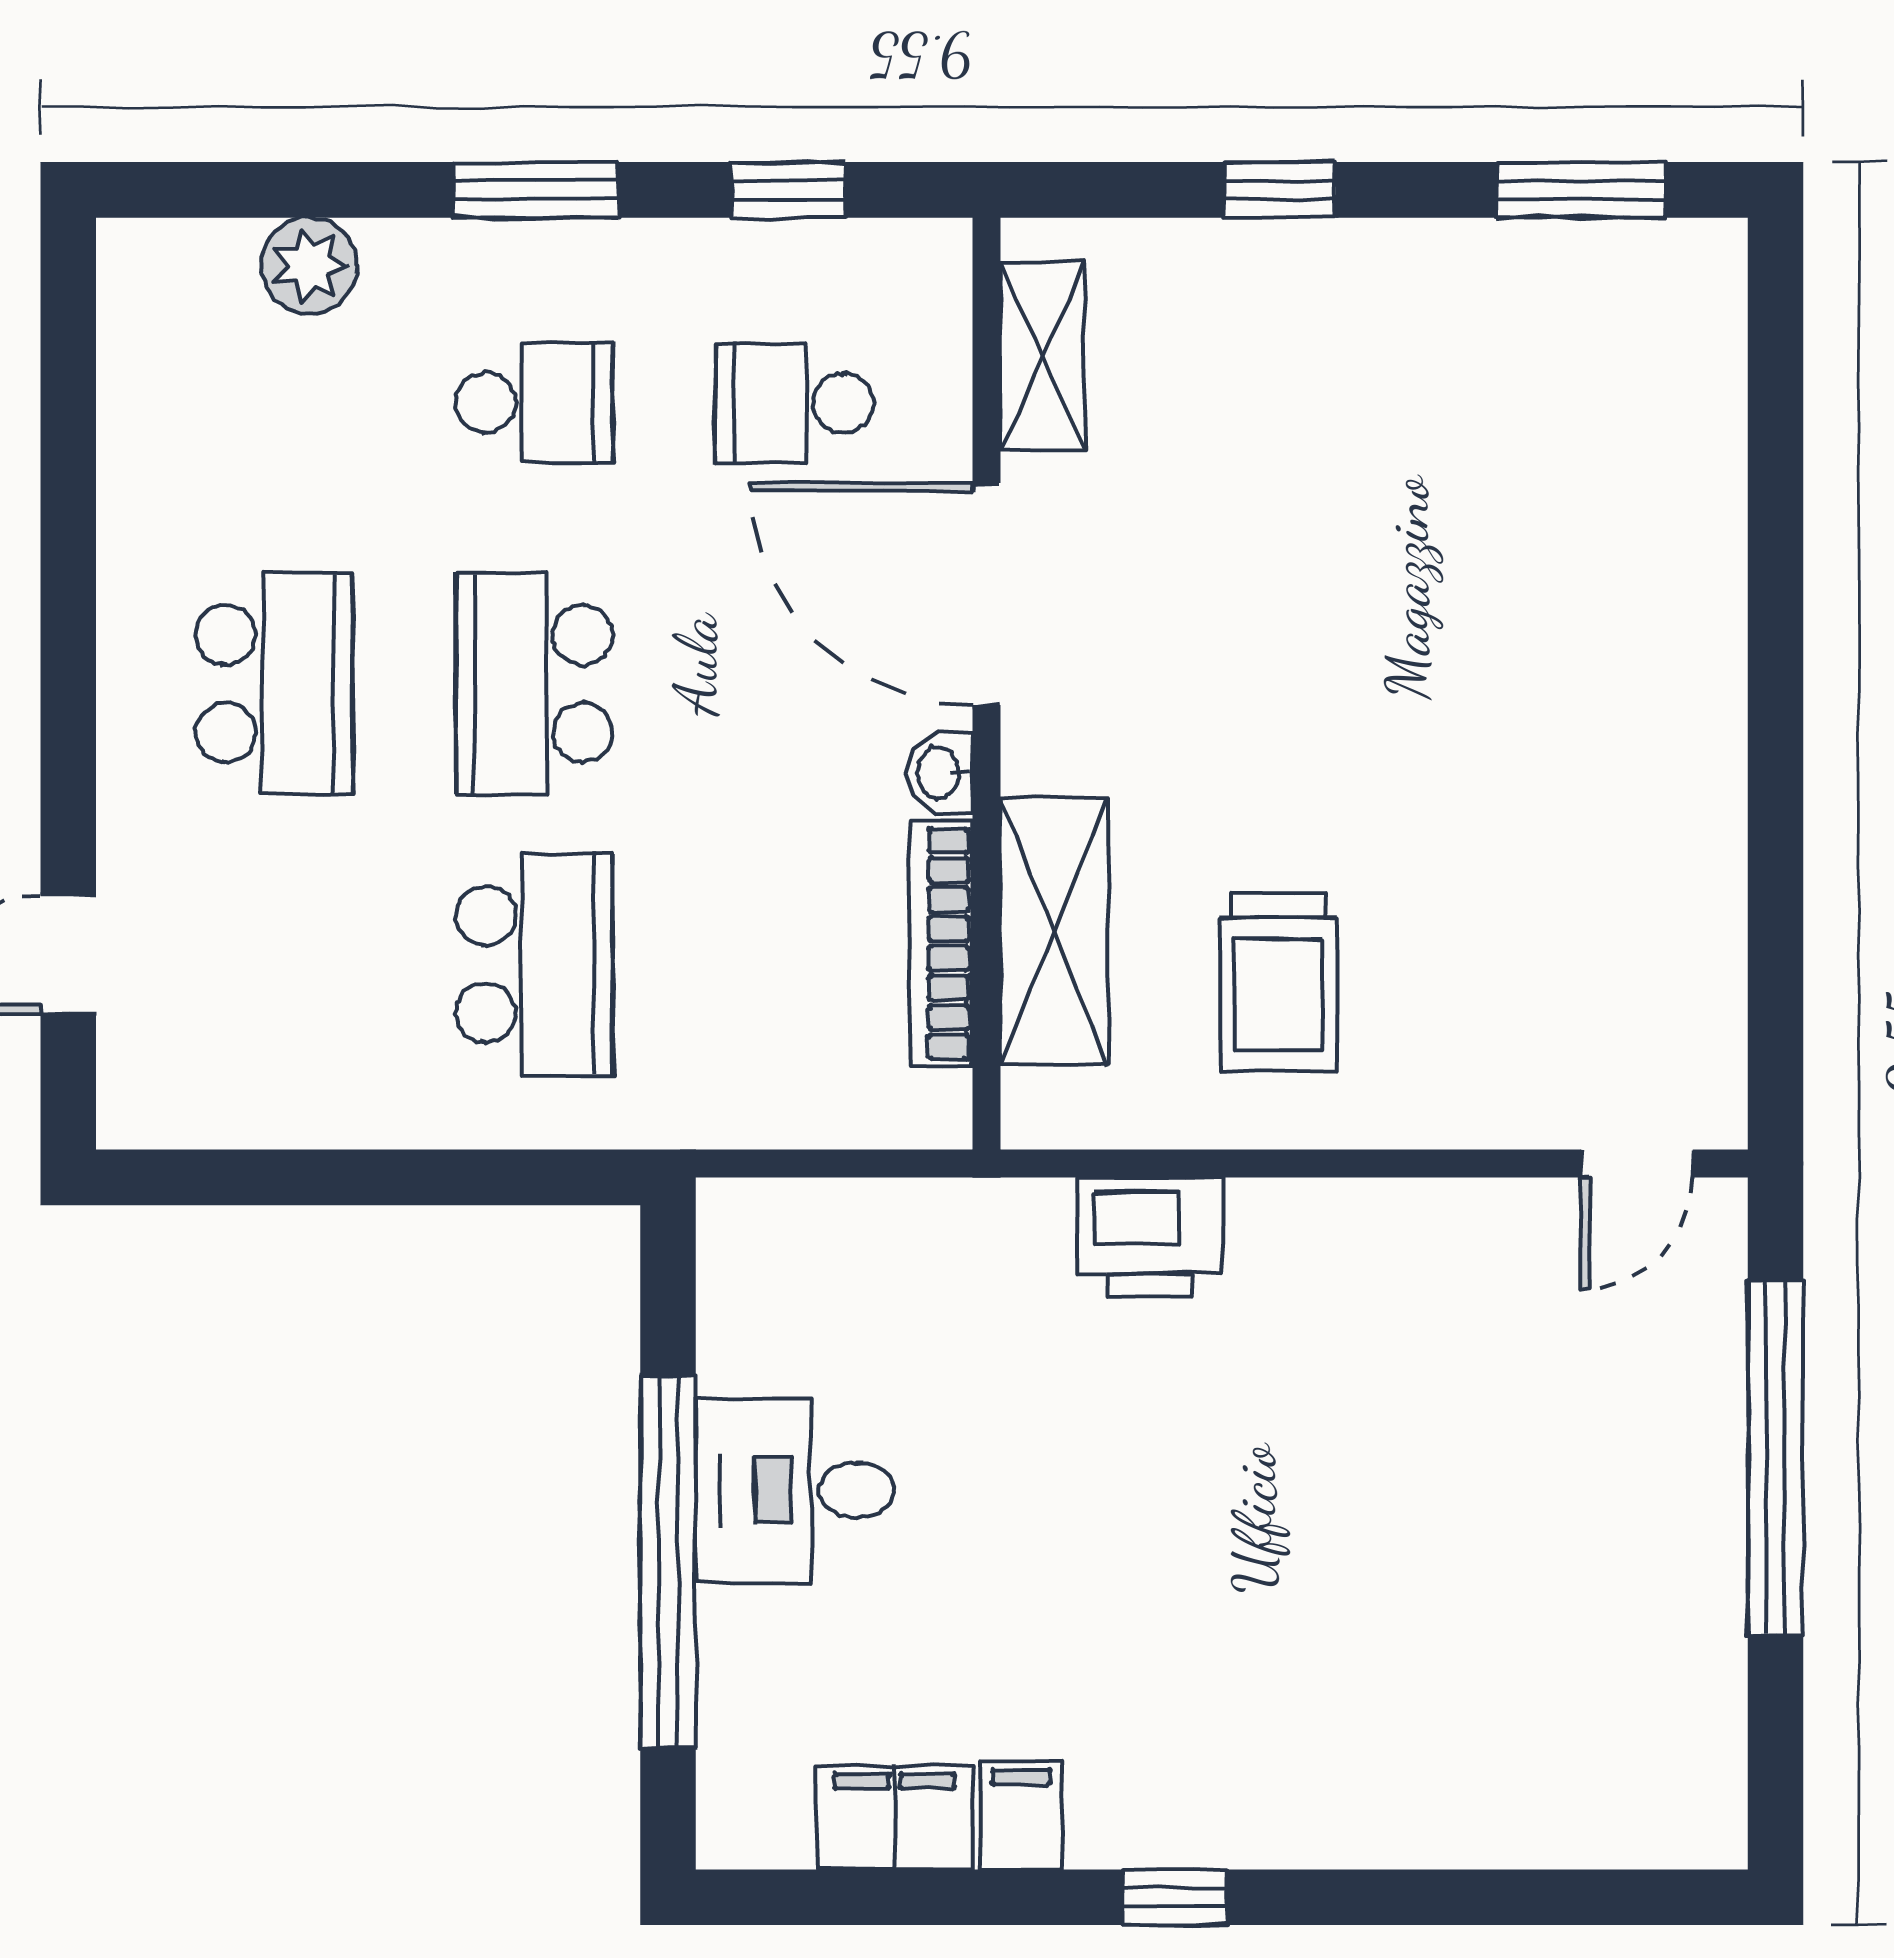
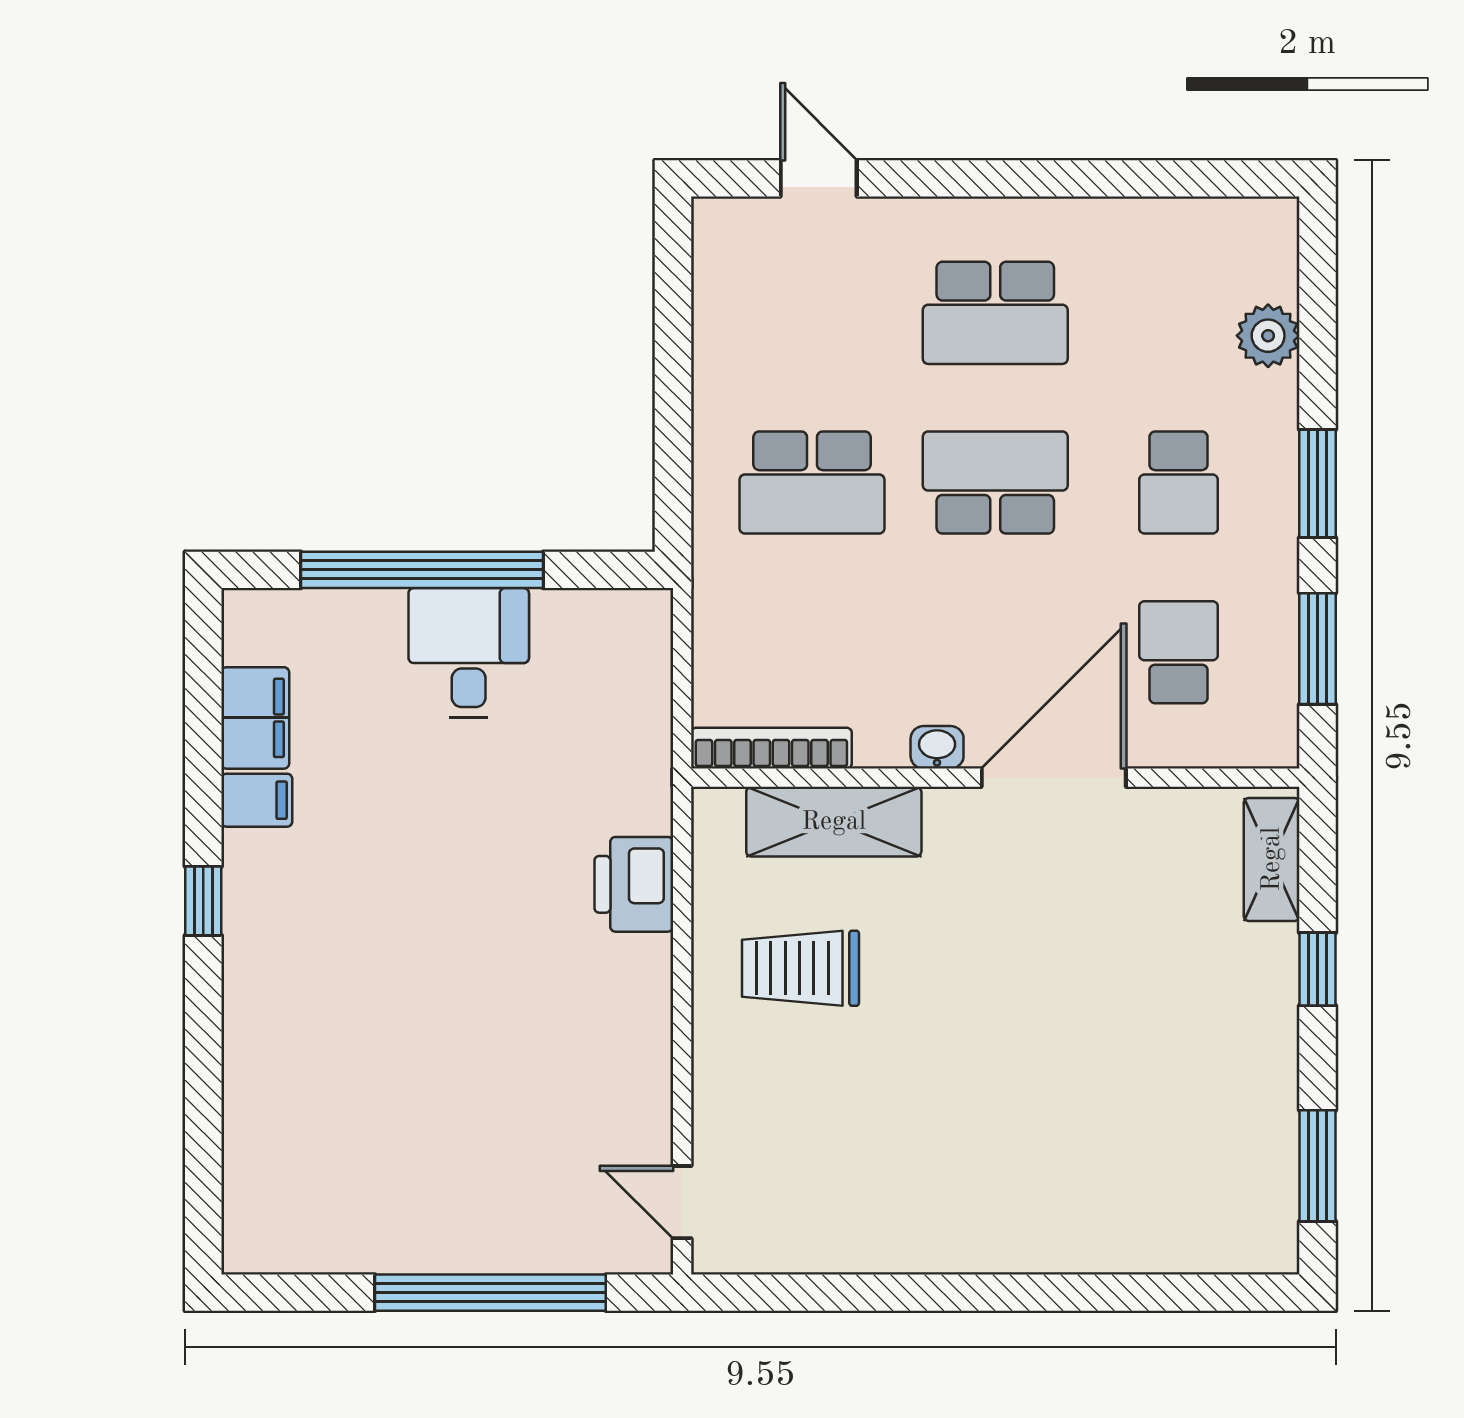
window: (789, 190) -> (1317, 649), width x1.50
shelving: (1043, 356) -> (1272, 859), moved, turned 90
bookcase: (941, 944) -> (771, 748), moved

